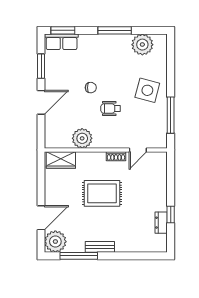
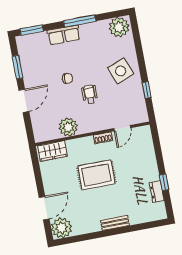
row of seats: (62, 42) -> (64, 35), moved
plant: (142, 45) -> (119, 27), moved
side table: (147, 90) -> (121, 71), turned -36
wheelchair: (111, 109) -> (90, 94), turned 90
window: (171, 115) -> (147, 90), width x0.46
bench: (100, 247) -> (115, 223), moved
window: (79, 256) -> (86, 237), removed

